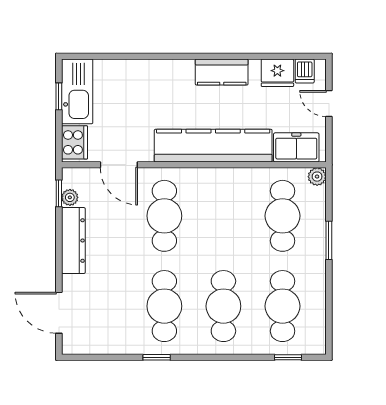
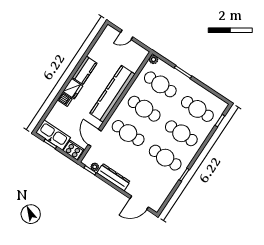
dishwasher: (305, 71) -> (65, 99), moved
fridge: (277, 73) -> (73, 89), moved
freezer: (296, 147) -> (136, 60), removed
door: (119, 165) -> (95, 138), swing flipped
cafe table: (223, 216) -> (144, 109), added

